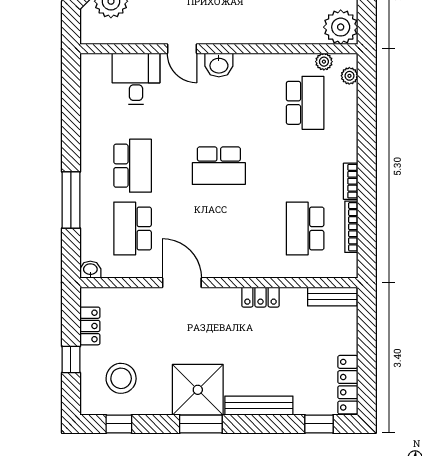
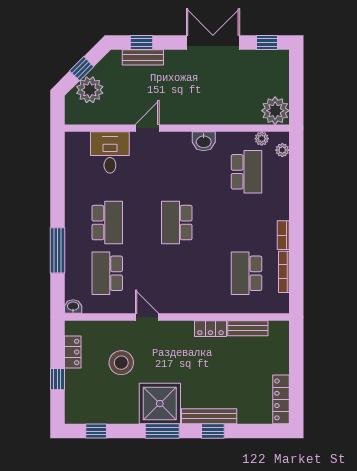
door: (182, 49) -> (147, 128), swing flipped
washbasin: (219, 65) -> (204, 141), moved
school desk: (219, 166) -> (177, 223), turned 90
door: (182, 283) -> (147, 317), width x0.73
bench: (332, 297) -> (248, 328), moved
stool: (121, 378) -> (121, 363), moved
window: (319, 424) -> (213, 431), moved

